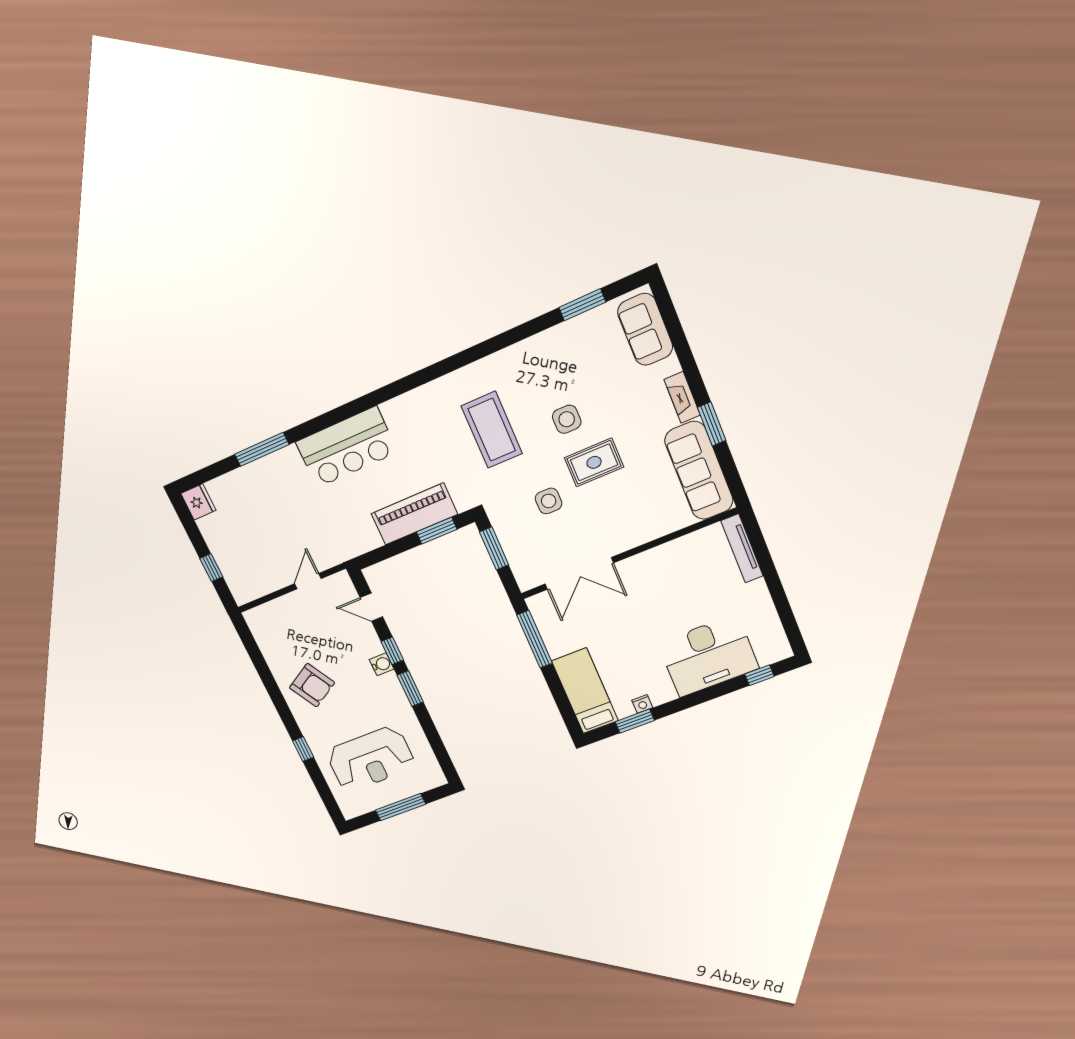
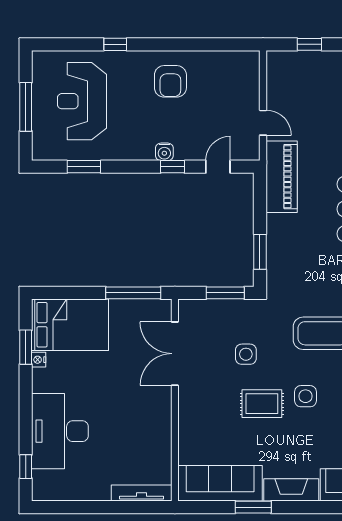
fireplace: (682, 397) -> (291, 490), width x1.37, depth x1.32
rug: (594, 462) -> (262, 404), turned 90
piano: (414, 514) -> (282, 177), moved
armchair: (312, 685) -> (170, 81), turned -60
window: (410, 689) -> (84, 167), moved
bed: (585, 691) -> (70, 325), width x1.50

